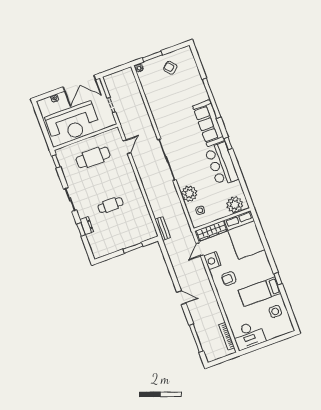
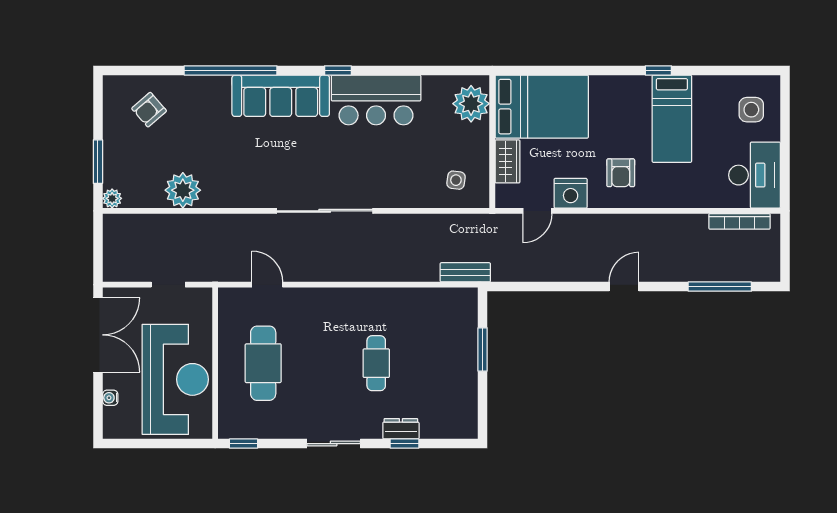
armchair: (170, 68) -> (149, 110), moved
plant: (189, 194) -> (183, 190), moved
wardrobe: (212, 231) -> (507, 161), width x0.67
door: (200, 249) -> (537, 211), hinge flipped
side table: (275, 311) -> (751, 110), moved

